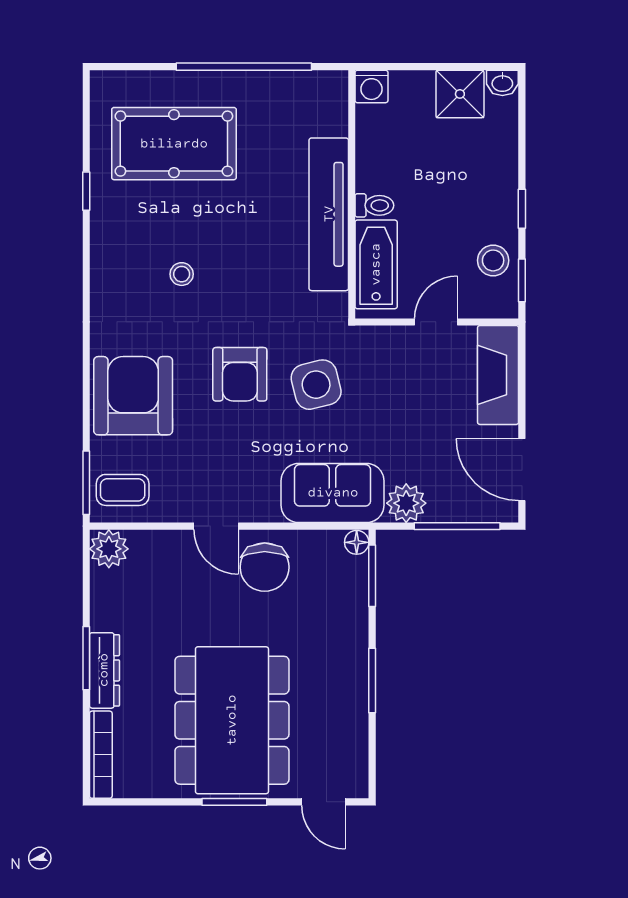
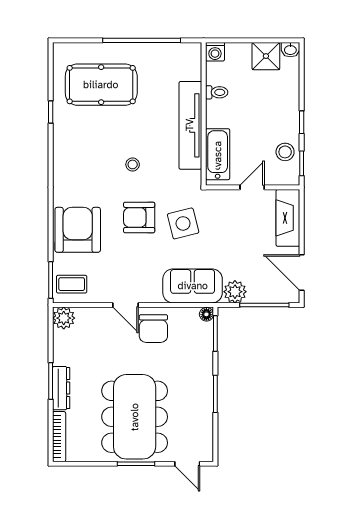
toilet: (374, 205) -> (217, 92), moved
stool: (182, 274) -> (133, 164), moved
armchair: (240, 374) -> (139, 217), turned 90

